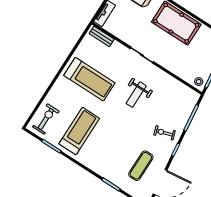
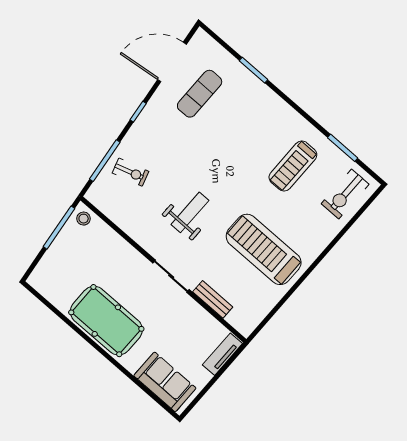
bench: (102, 36) -> (213, 299), moved
treadmill: (79, 131) -> (293, 166), width x0.73, depth x0.73
exercise bike: (165, 133) -> (130, 172), moved

